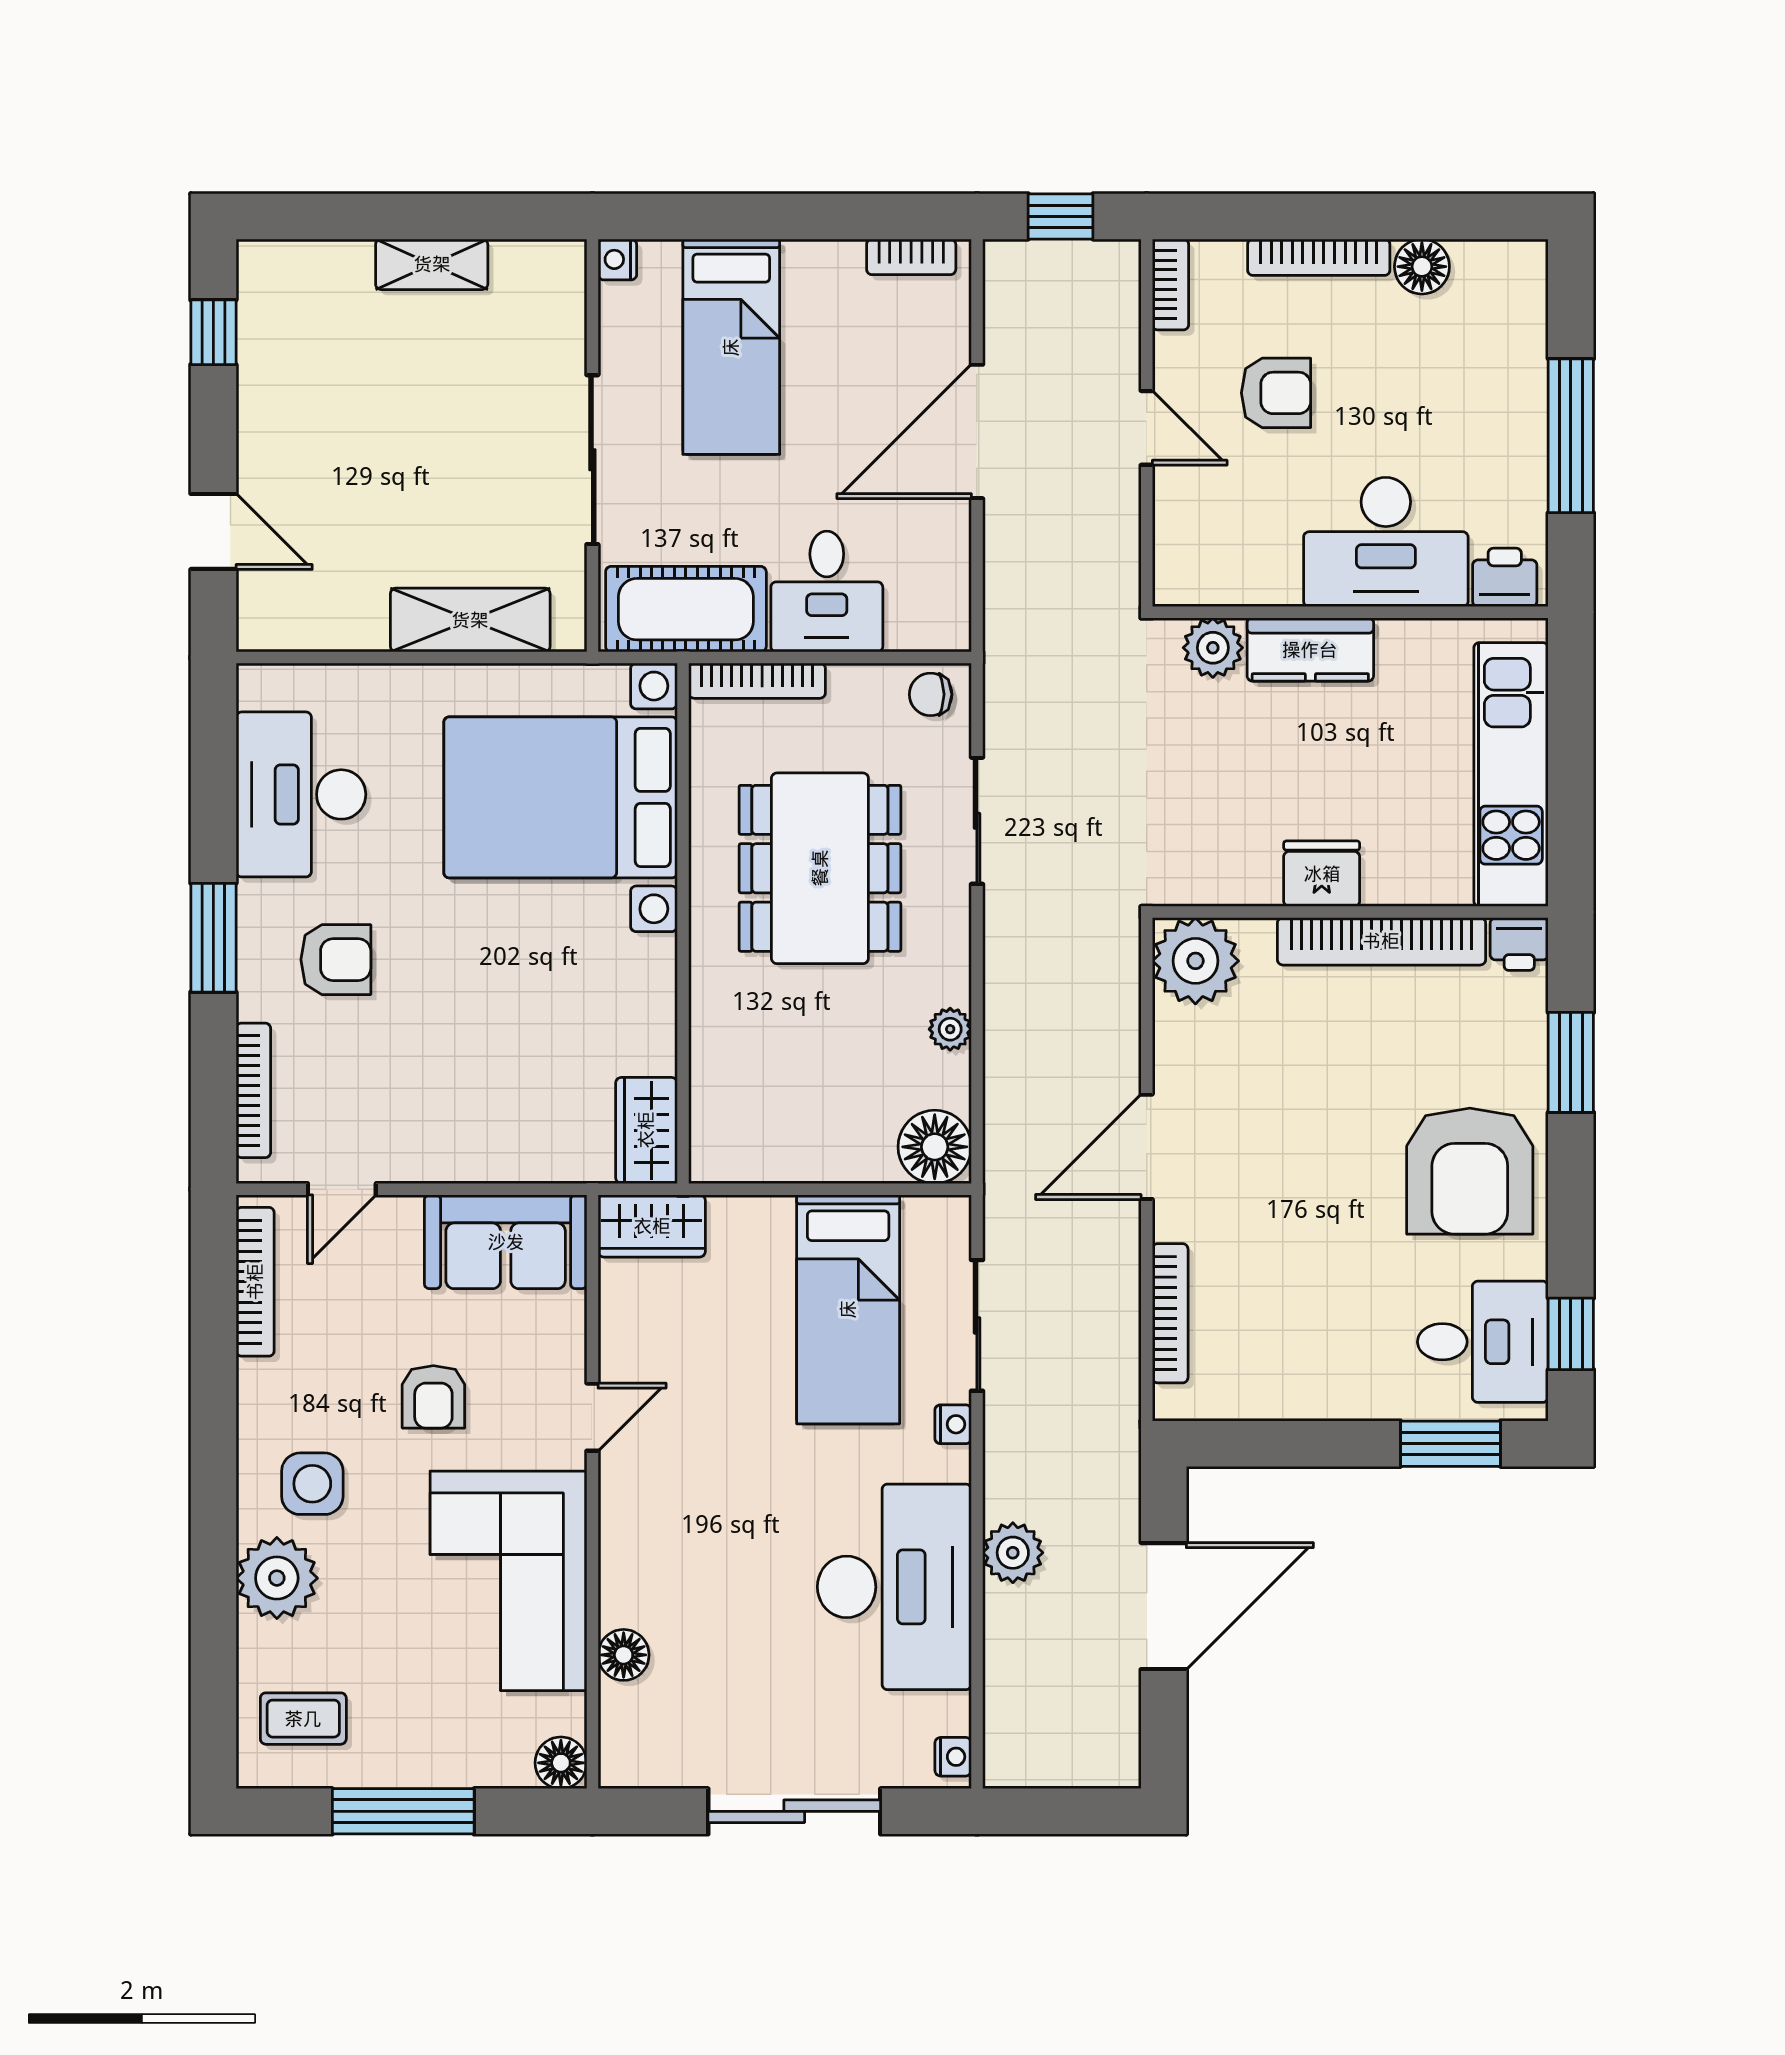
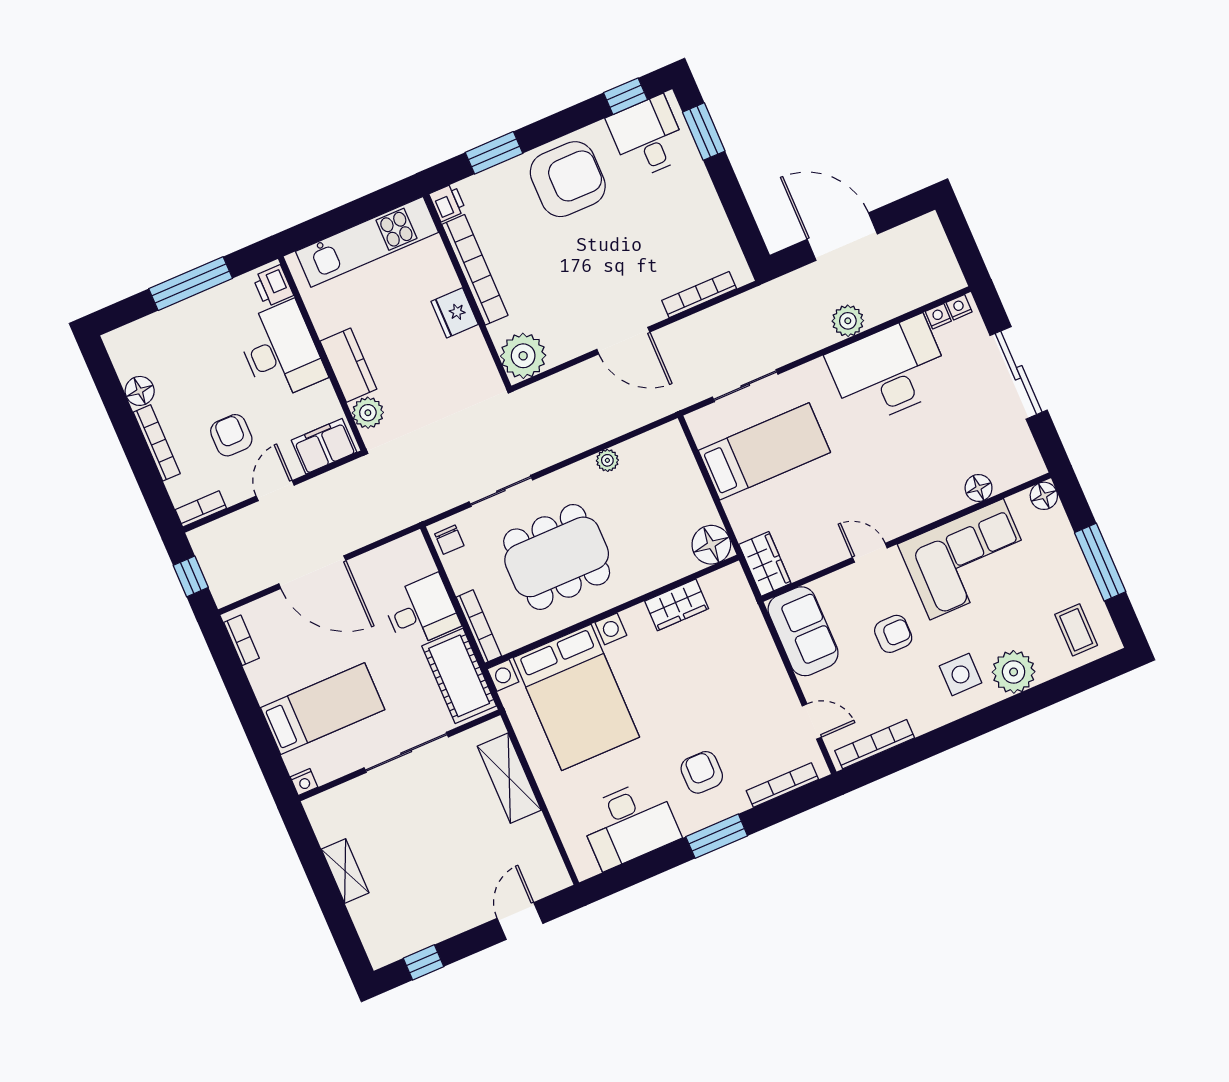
filing cabinet: (1187, 546) -> (324, 446), added
wardrobe: (646, 1130) -> (677, 605), moved
floor lamp: (935, 1147) -> (711, 545), moved
nightstand: (953, 1424) -> (938, 316), moved

